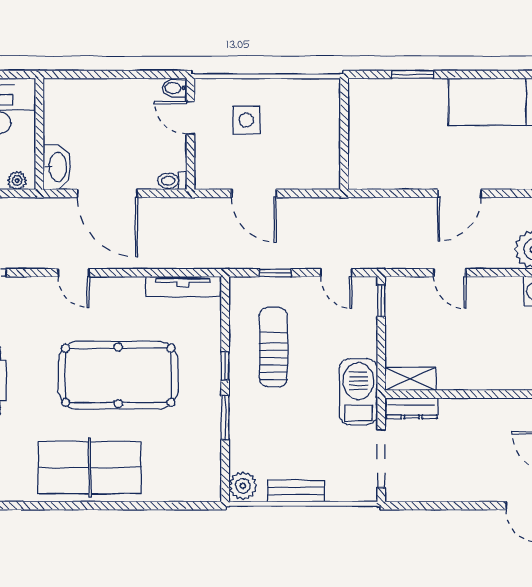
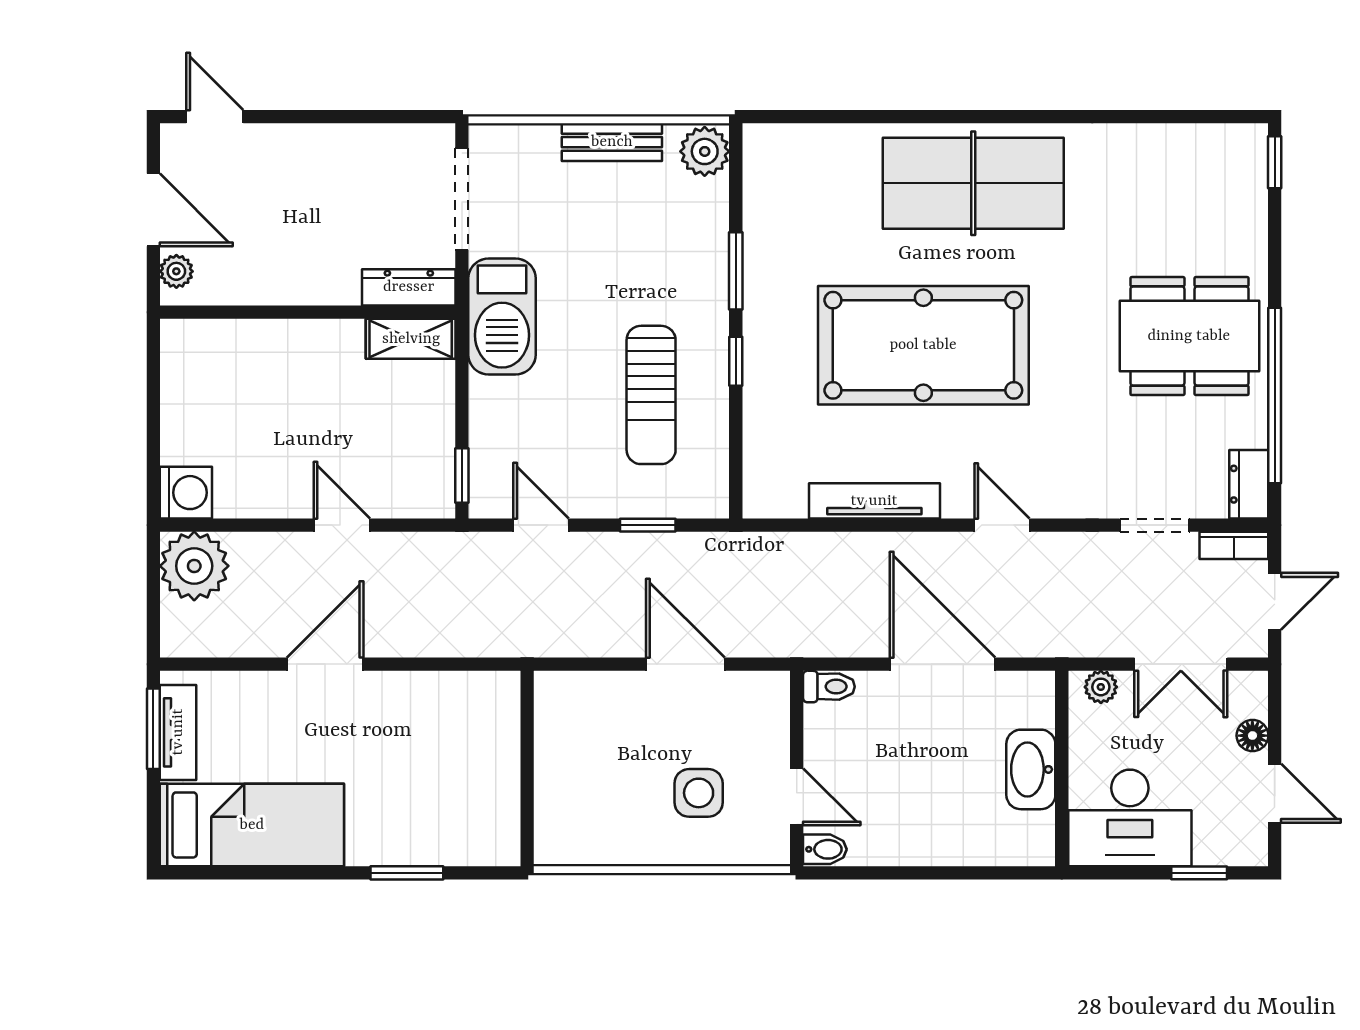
washbasin: (57, 167) -> (1031, 769), moved
tv unit: (183, 287) -> (874, 501), moved

